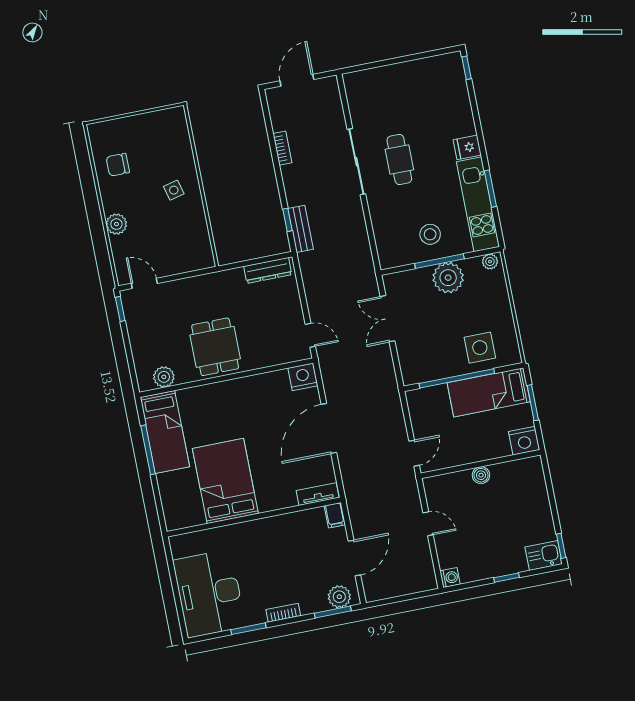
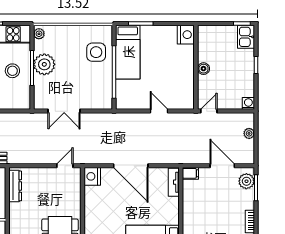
nightstand: (524, 441) -> (186, 35), moved
wall: (481, 464) -> (196, 67), moved
boiler: (481, 475) -> (203, 69), moved
plant: (408, 587) -> (249, 133), added

